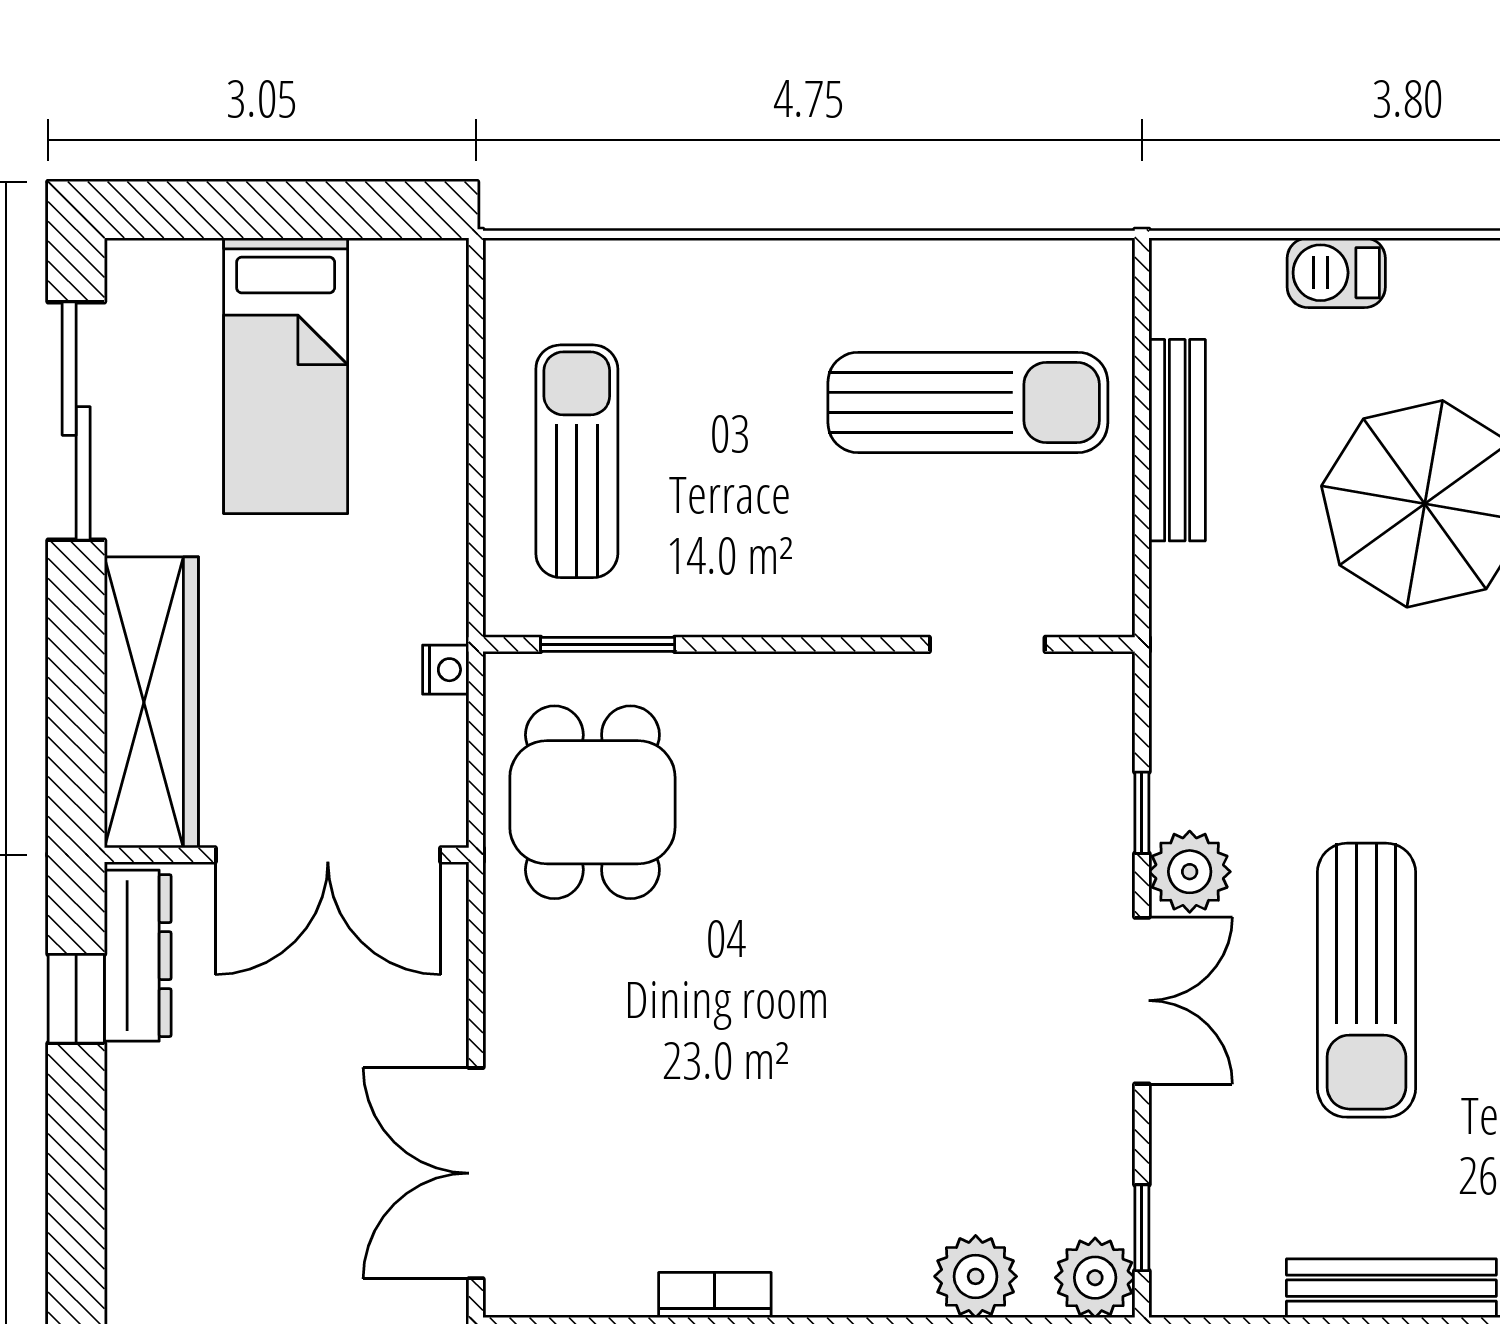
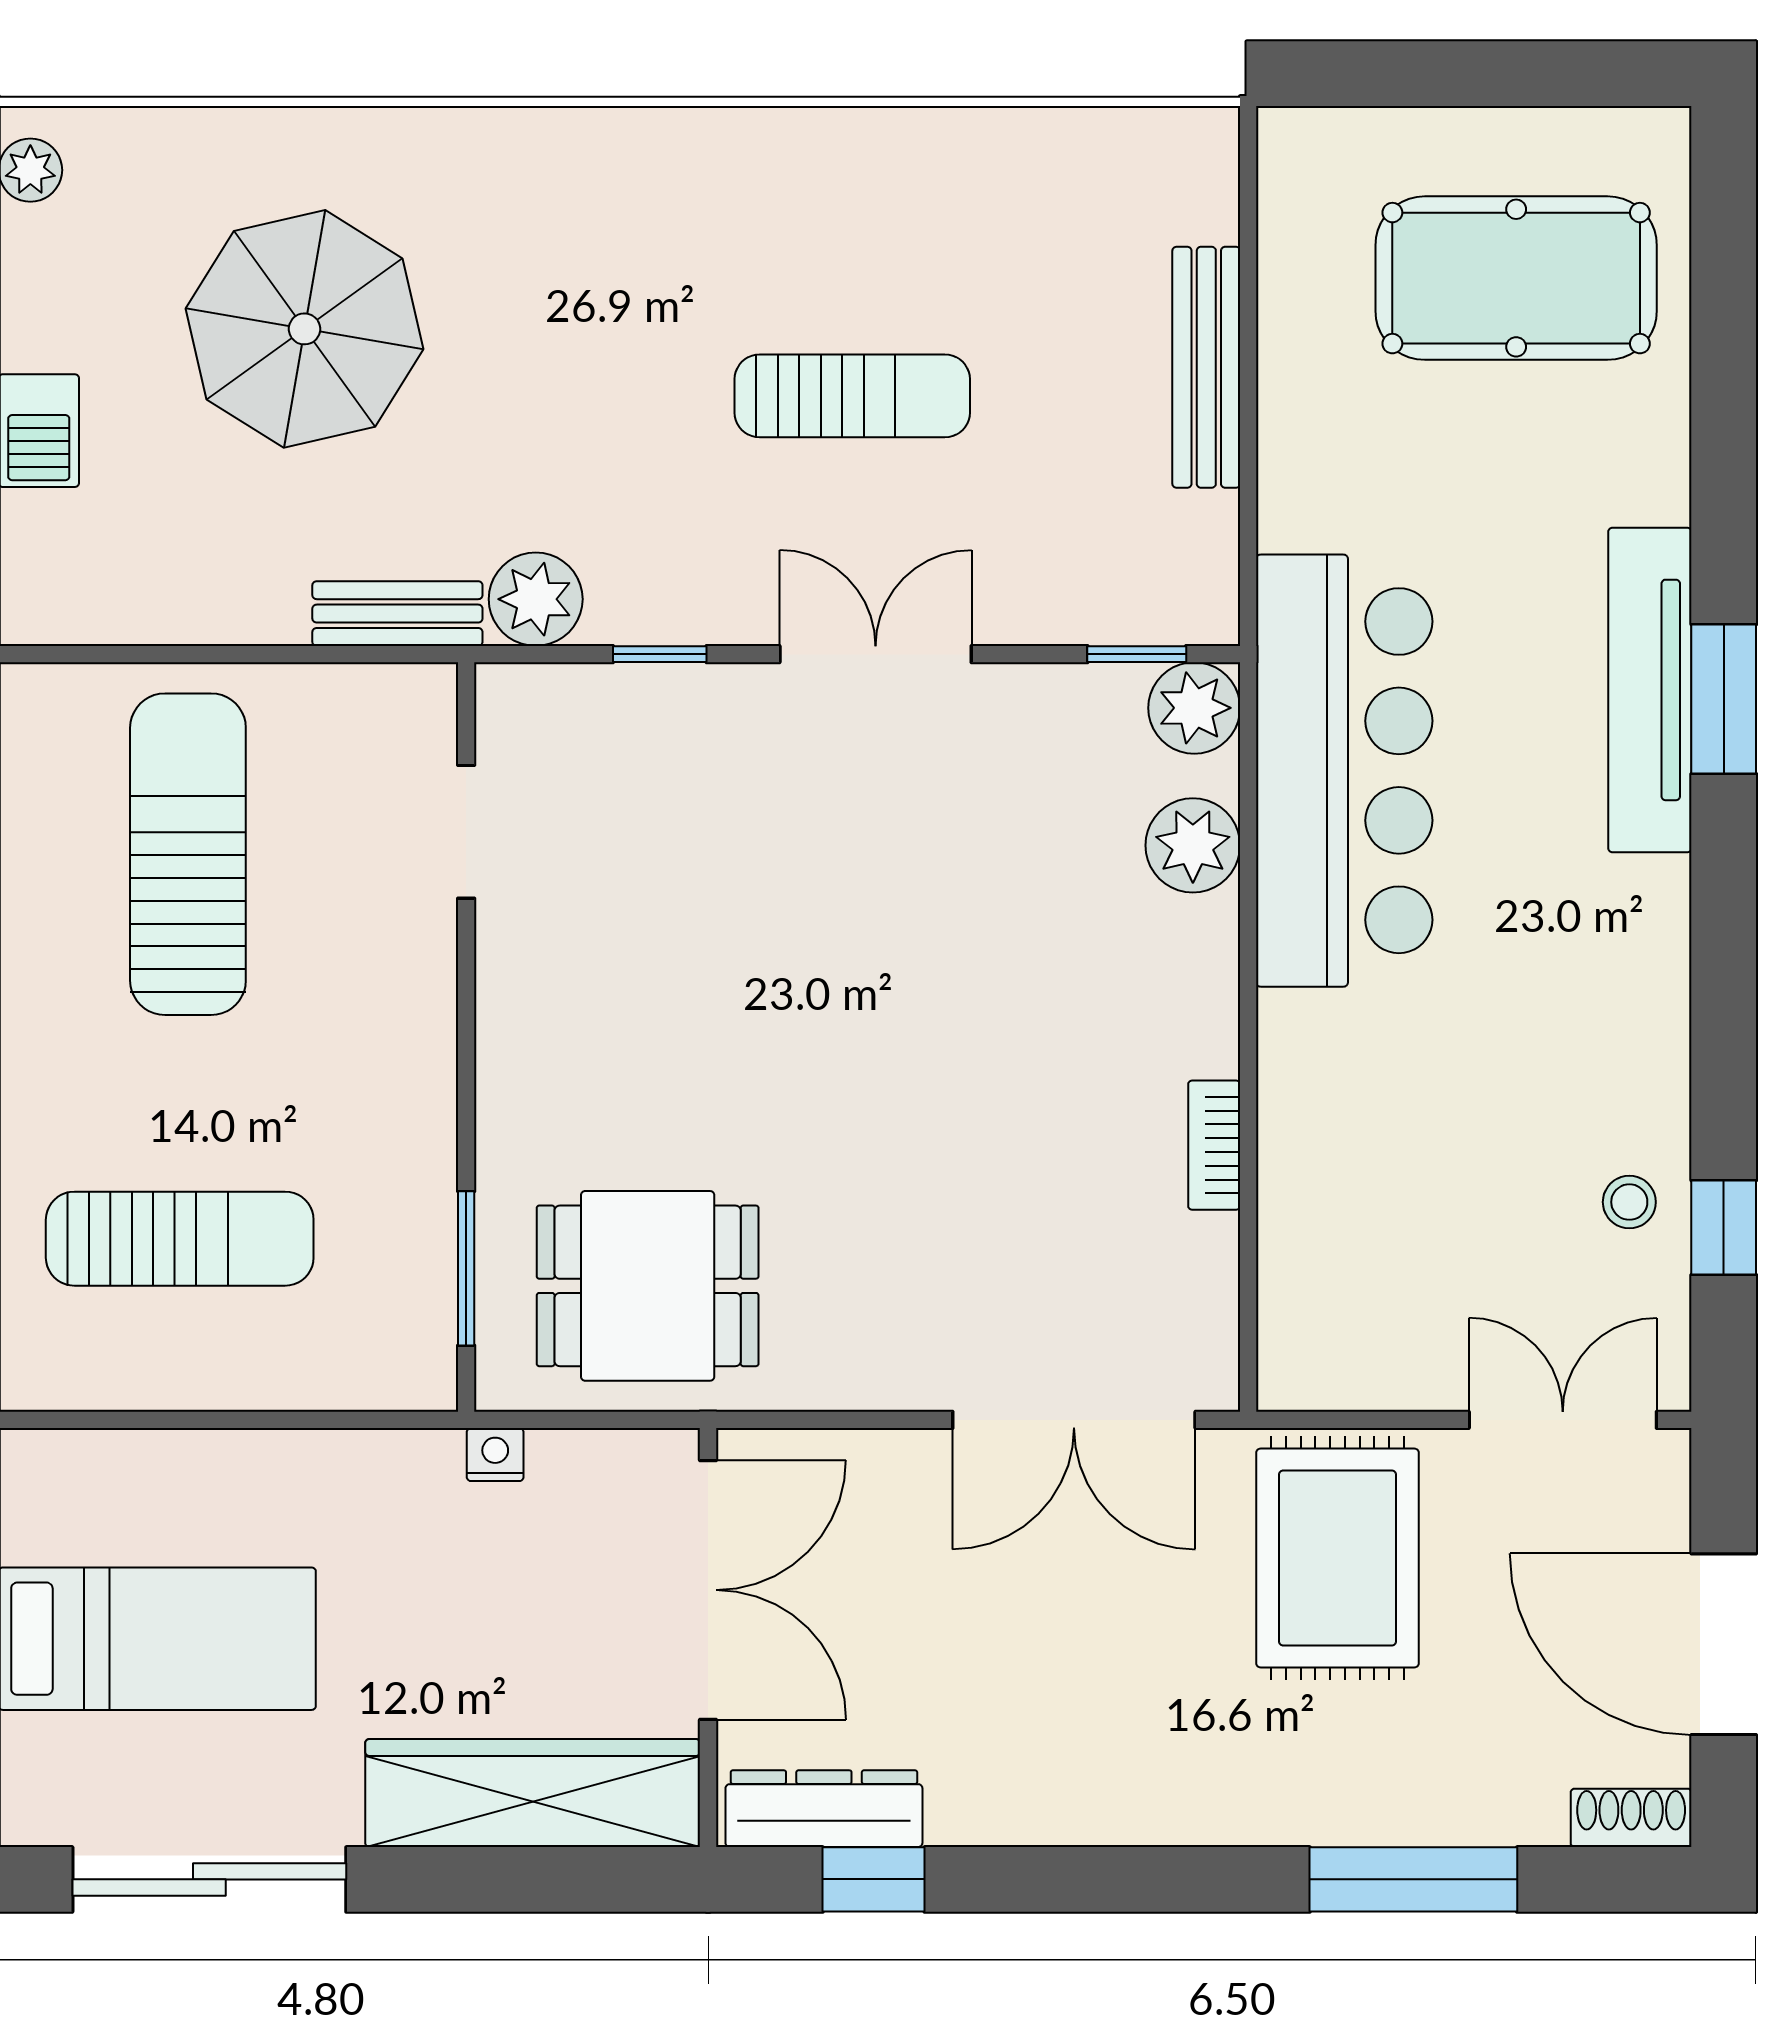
bench: (1177, 440) -> (397, 614), moved, width x0.73
sun lounger: (577, 461) -> (180, 1239), moved, turned 180
plant: (1190, 872) -> (536, 599), moved
sun lounger: (1366, 980) -> (852, 396), width x0.73, depth x0.75

